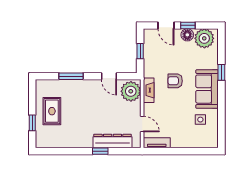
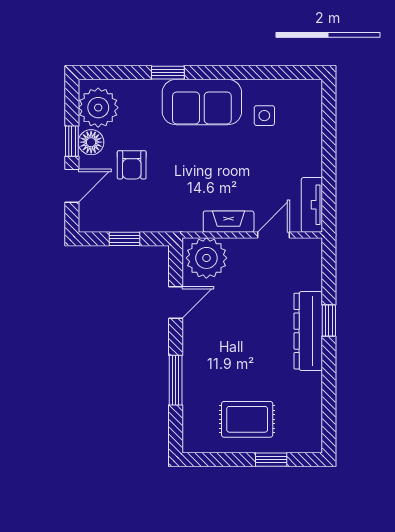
armchair: (175, 81) -> (132, 165), moved
fireplace: (149, 90) -> (229, 222), moved
dresser: (112, 141) -> (308, 331), moved

